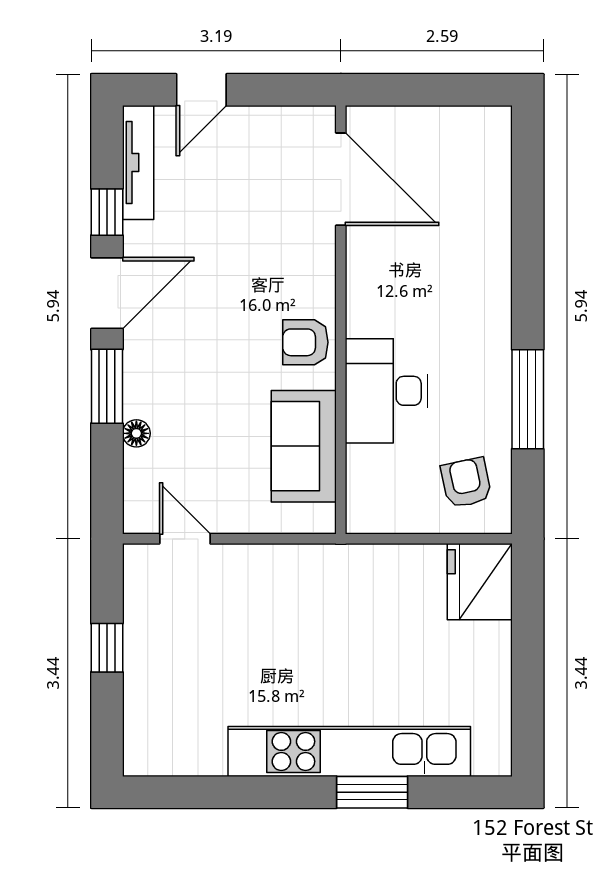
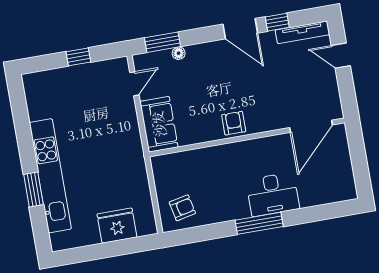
window: (107, 386) -> (162, 42), moved
desk: (387, 391) -> (273, 194), moved, turned 180
window: (528, 399) -> (259, 223), moved
sofa: (304, 446) -> (159, 124), moved, turned 90
fridge: (480, 582) -> (117, 226), moved

